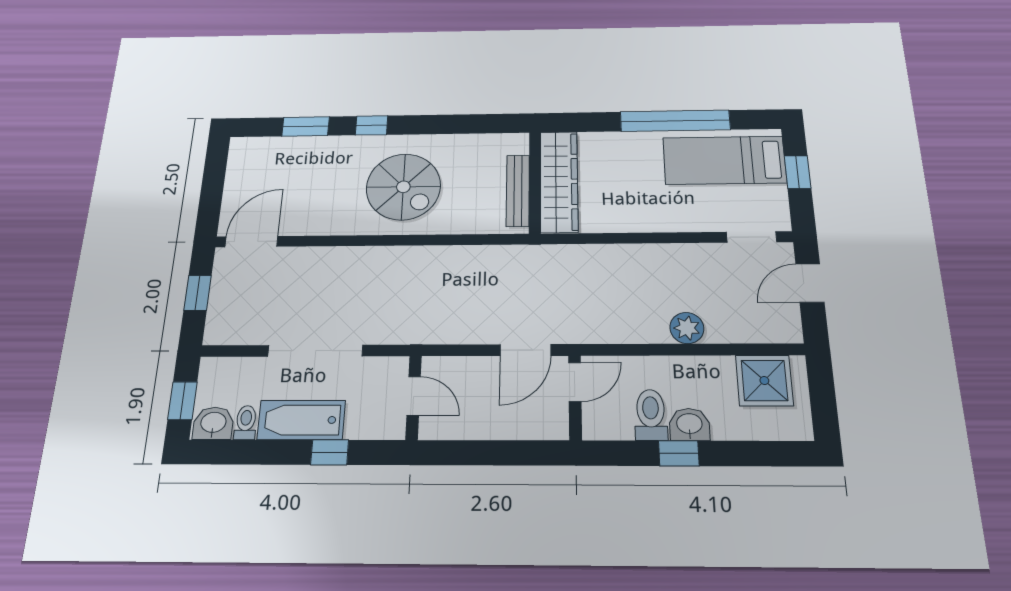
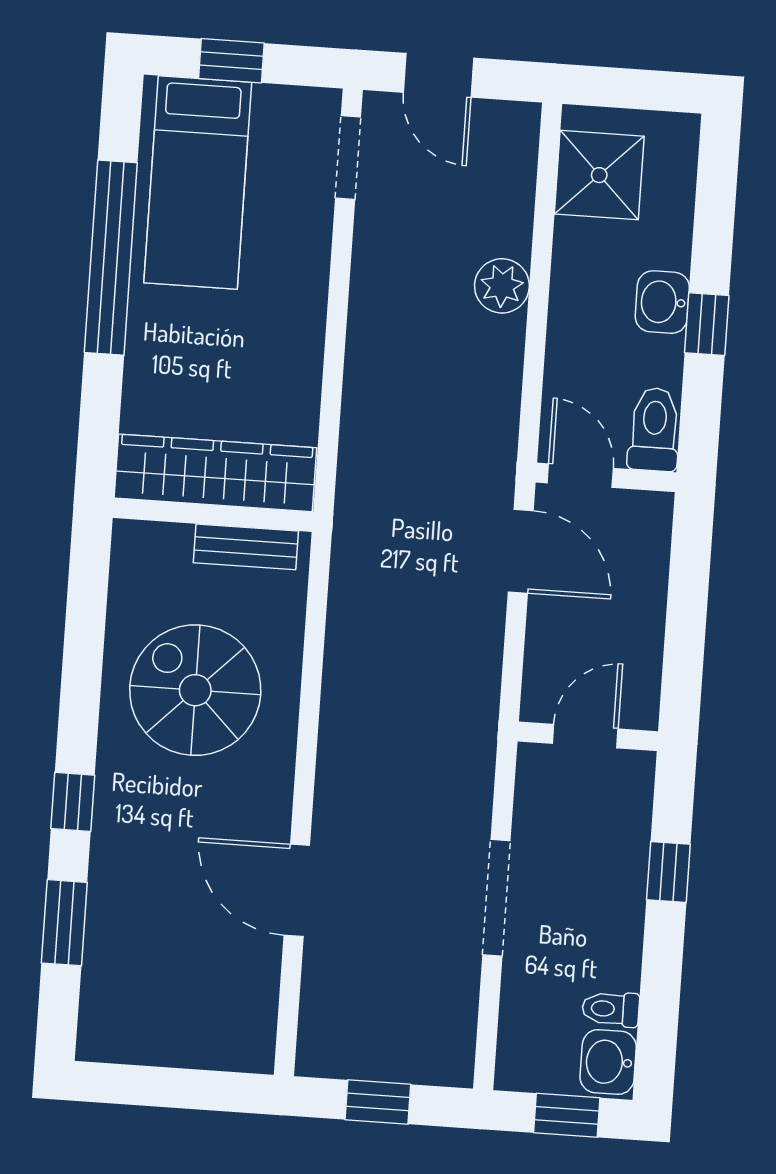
spiral stairs: (403, 187) -> (195, 690), moved, turned -90
bench: (518, 191) -> (246, 547), width x0.73
door: (251, 242) -> (297, 890), moved
doorway: (315, 351) -> (496, 898), width x0.73
toilet: (651, 415) -> (654, 429), moved, turned 90
bathtub: (301, 420) -> (613, 919), removed

